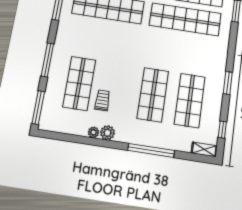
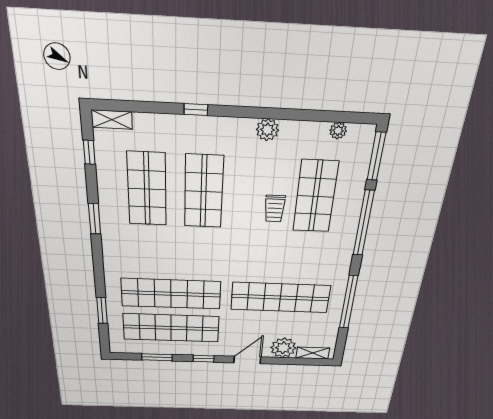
window: (47, 60) -> (364, 223), width x1.46
trolley: (102, 100) -> (275, 208), moved
plant: (93, 132) -> (338, 131), moved
window: (151, 150) -> (196, 110), width x0.32

